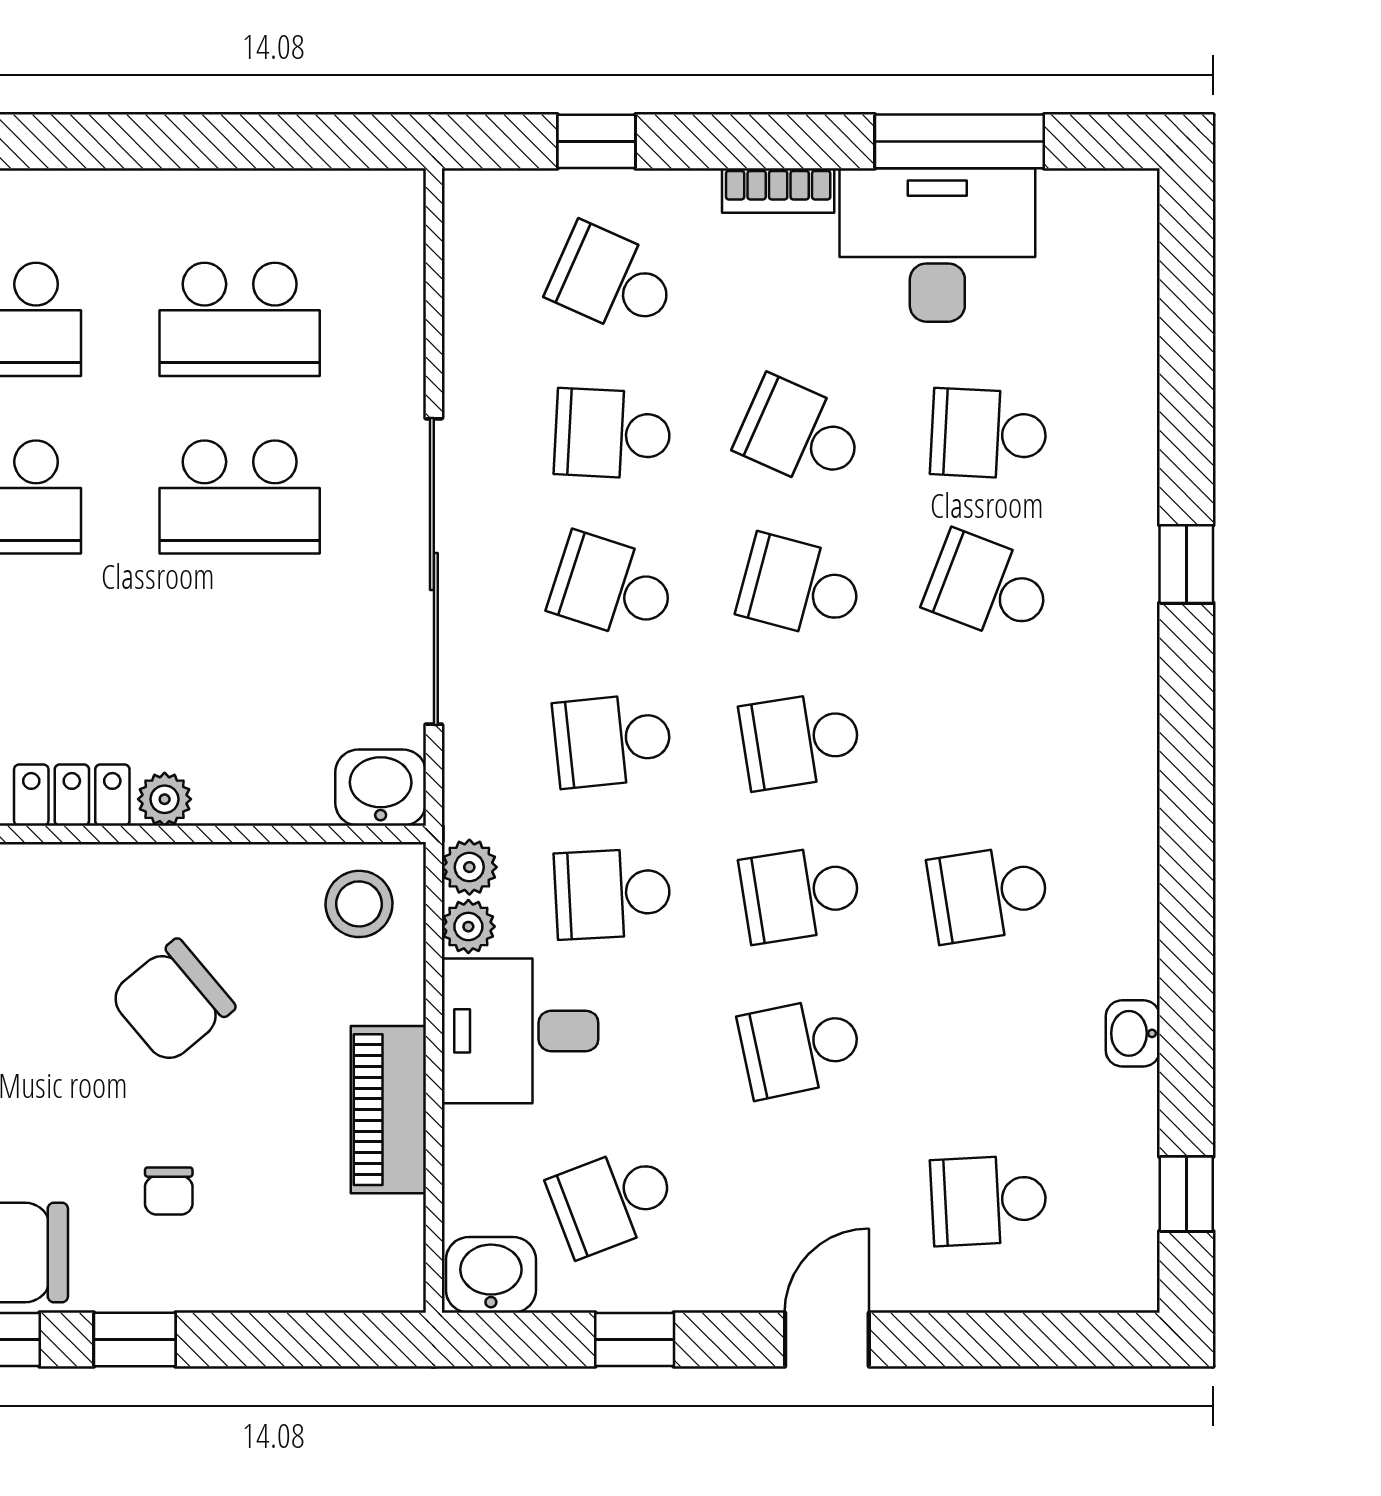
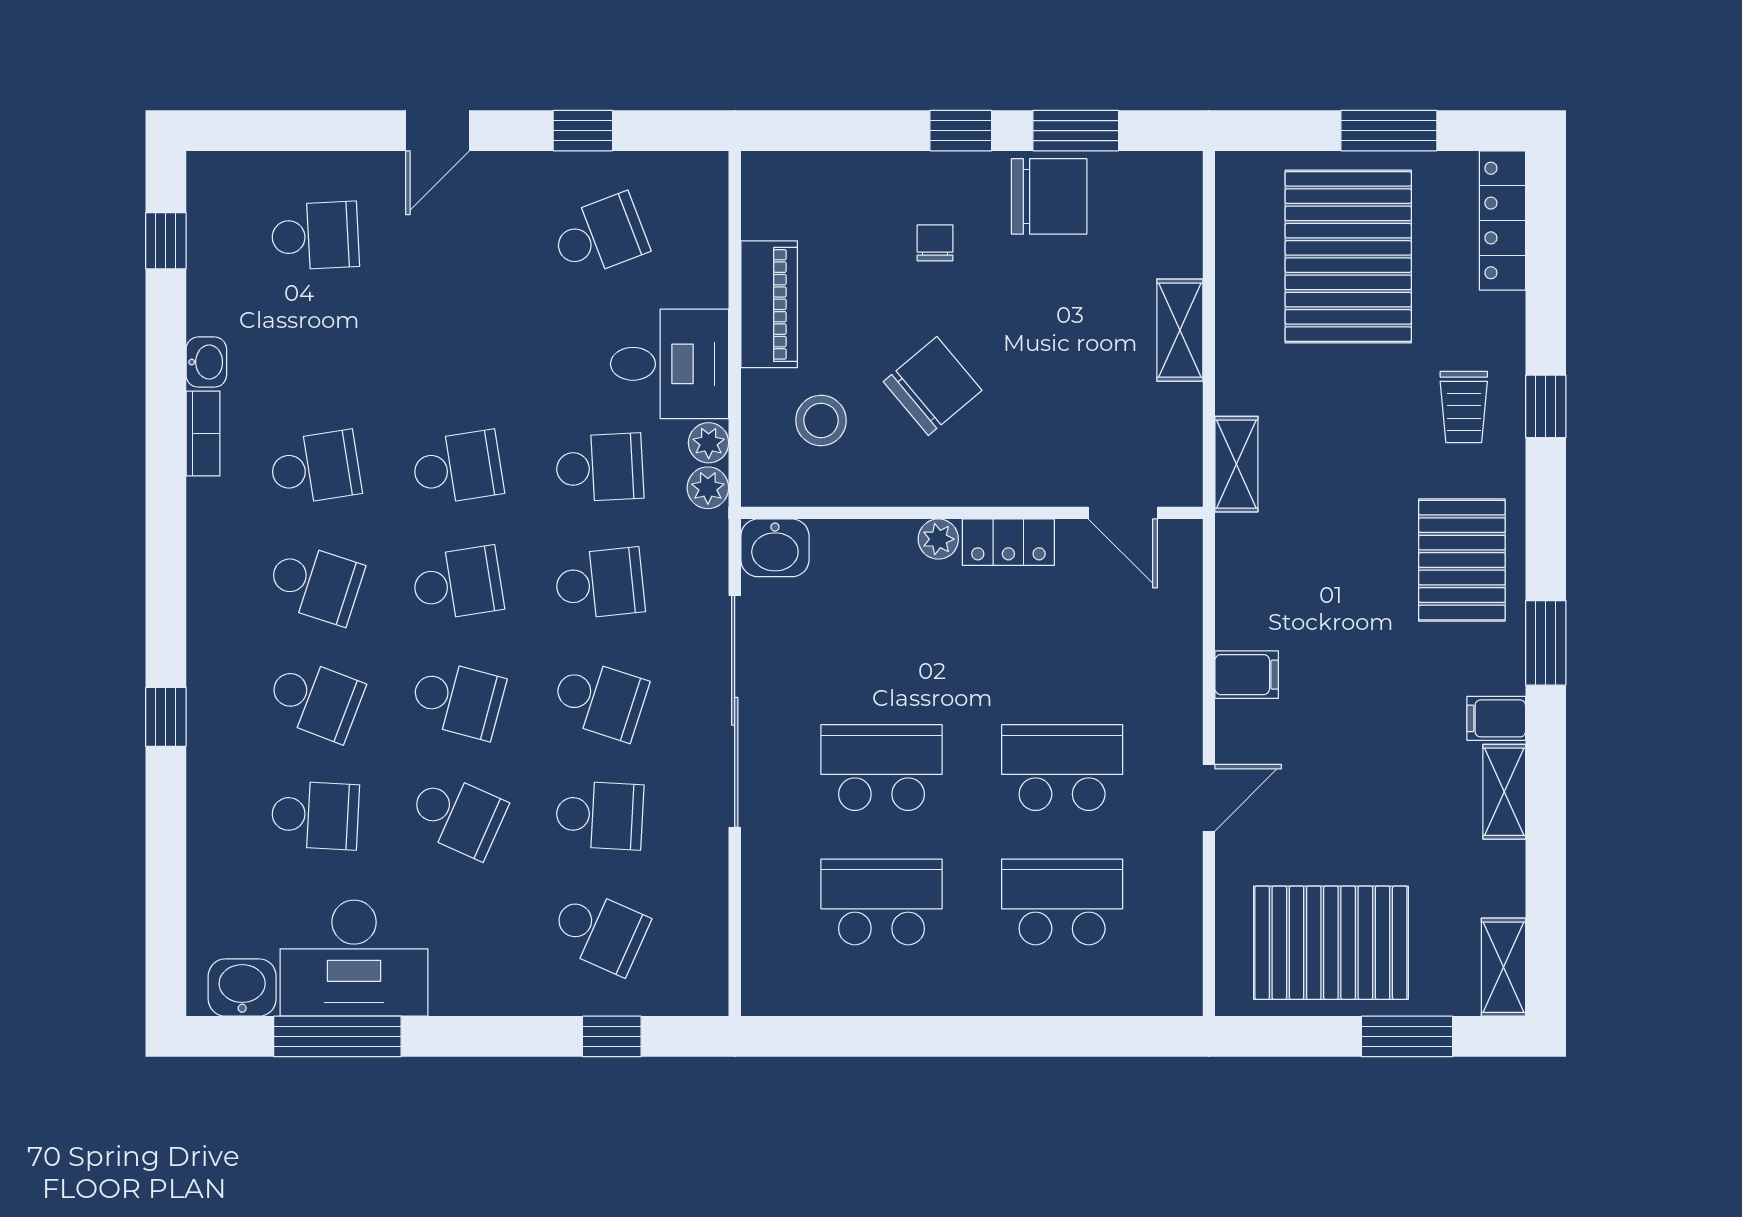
bookcase: (778, 191) -> (203, 434), moved, turned 90
stool: (359, 904) -> (821, 420), moved
school desk: (801, 1047) -> (315, 584), moved, turned 30
washbasin: (491, 1275) -> (242, 988), moved, turned 180

